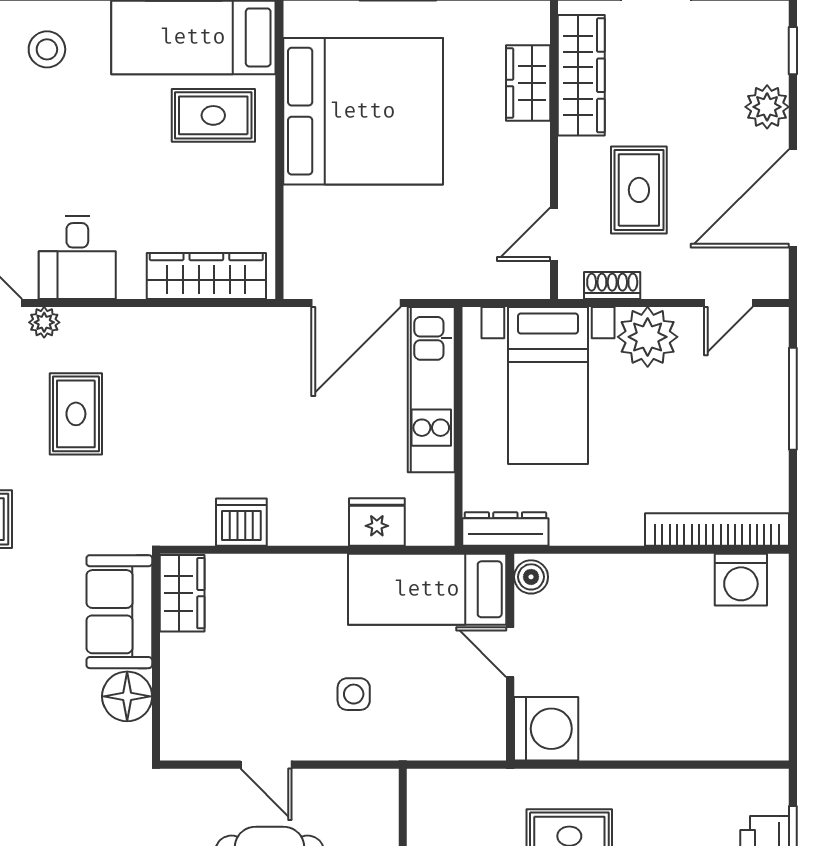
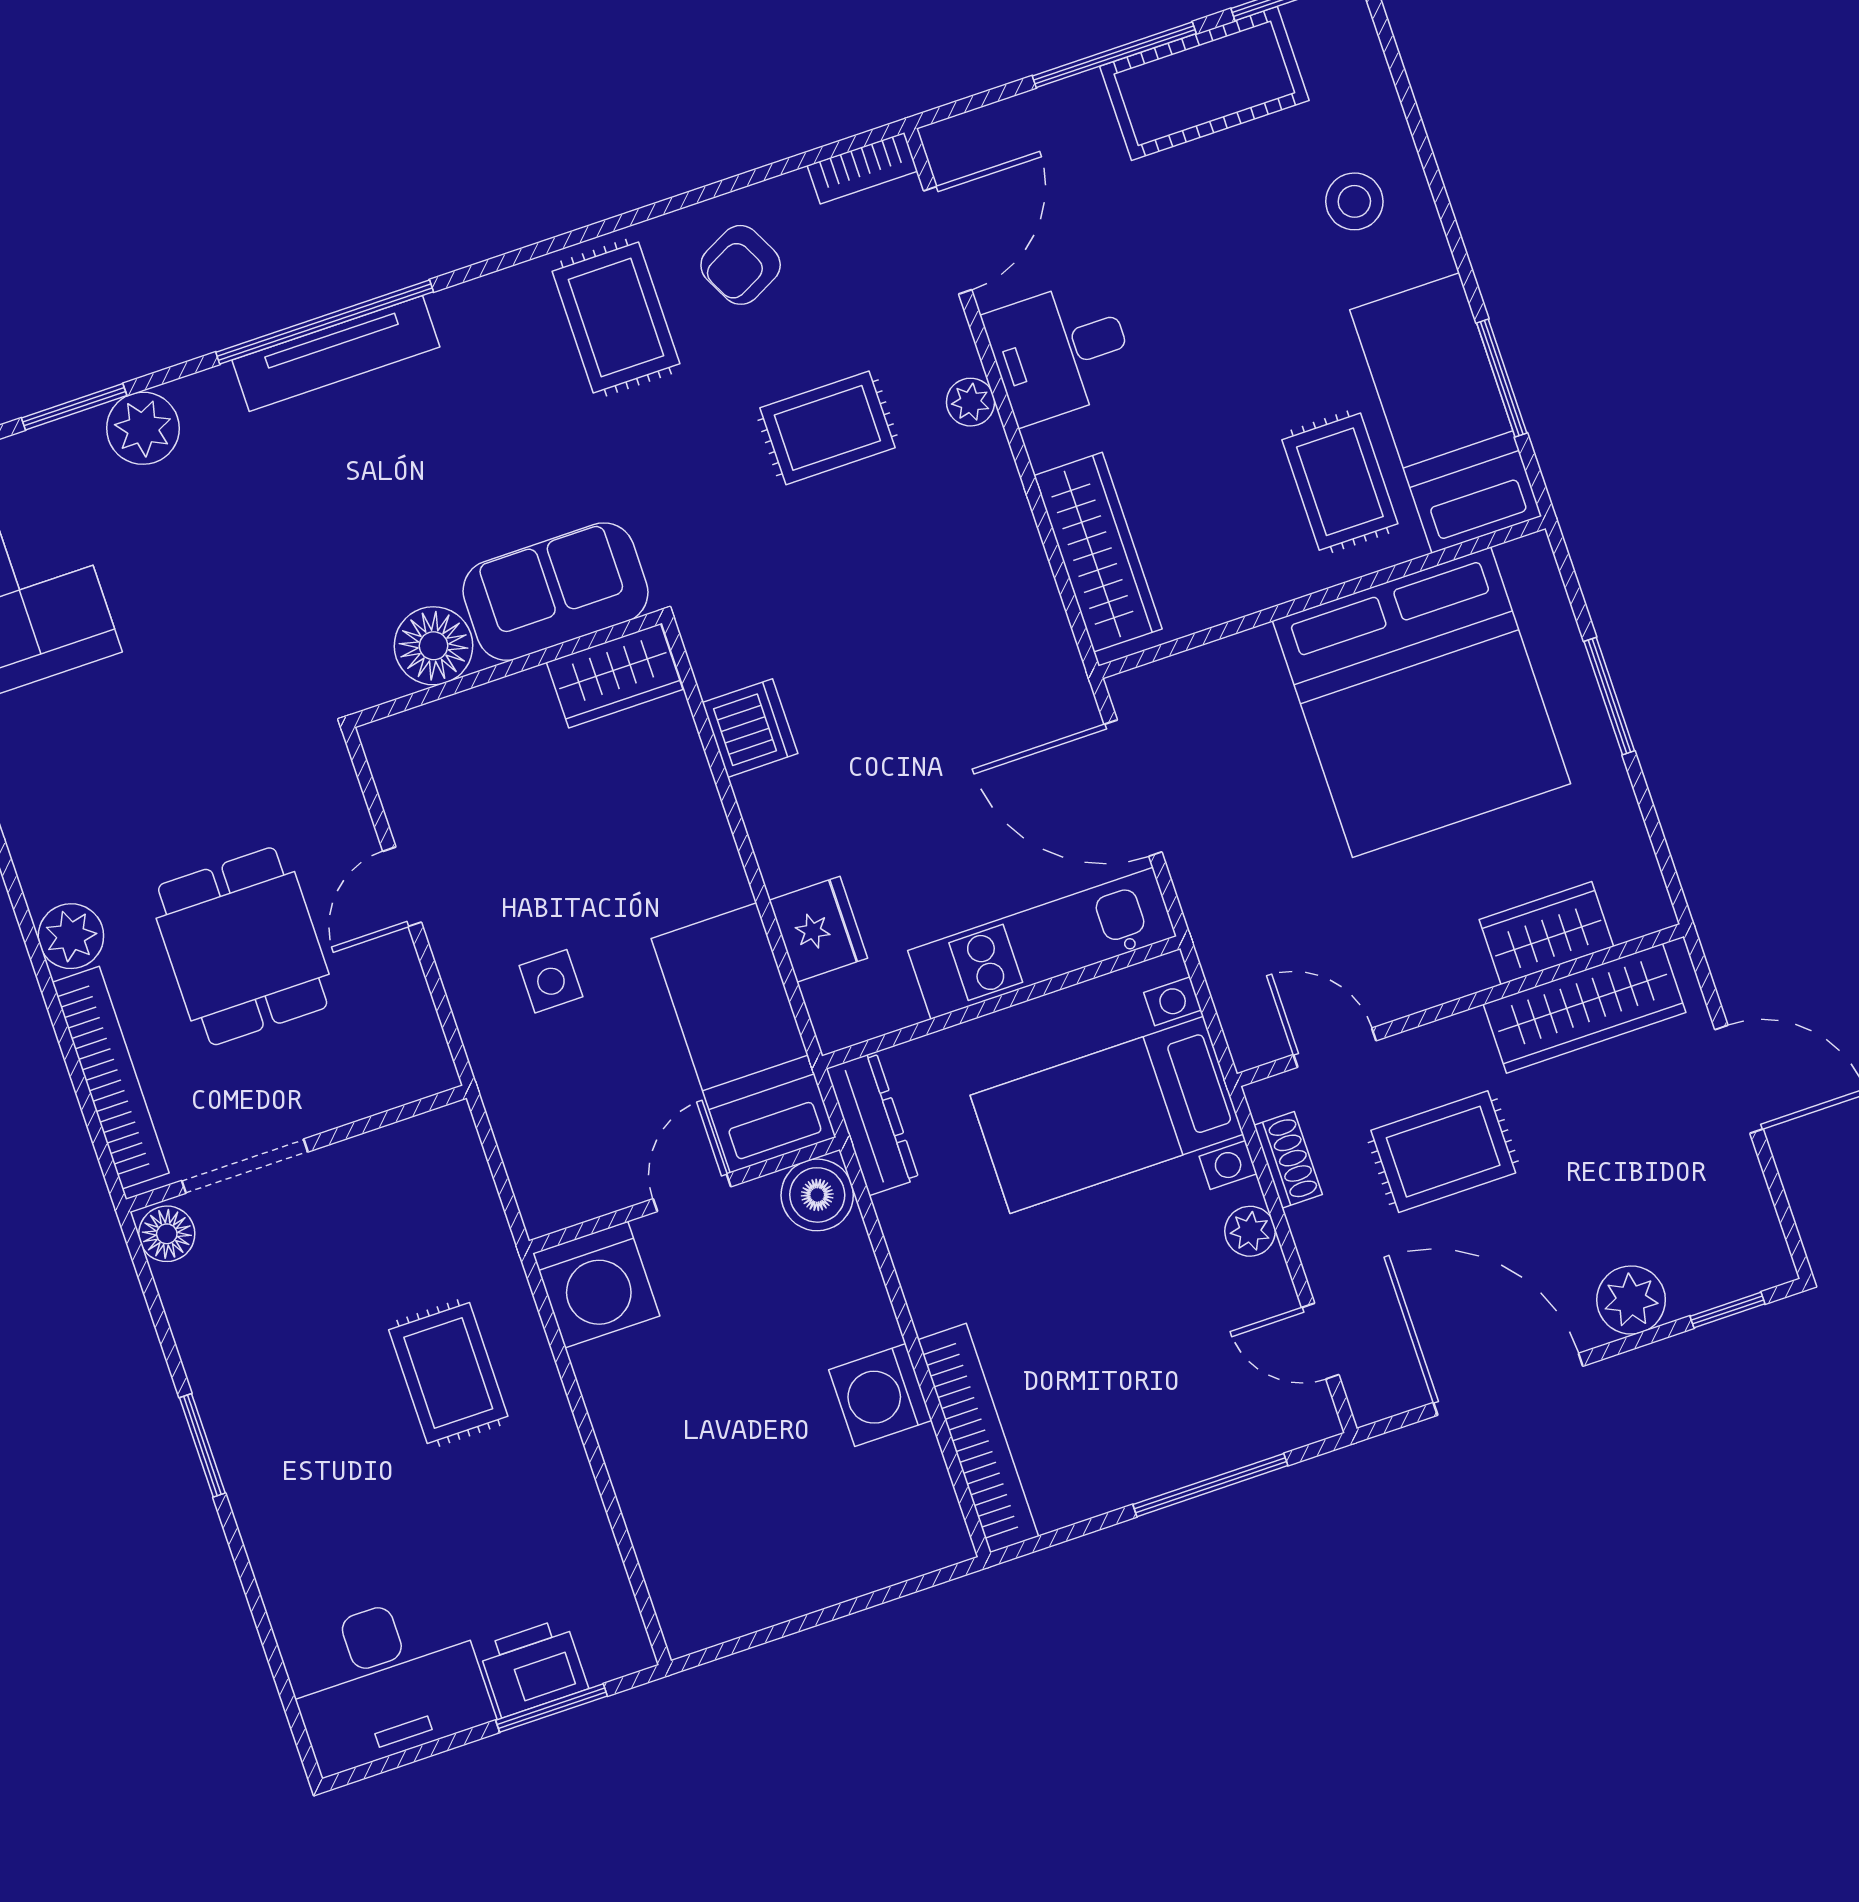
plant: (44, 322) -> (971, 402), moved
plant: (648, 337) -> (1250, 1231), width x0.53, depth x0.53
boiler: (531, 577) -> (817, 1195), width x1.36, depth x1.36
washing machine: (741, 580) -> (880, 1395), moved

